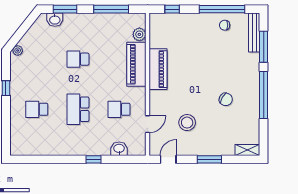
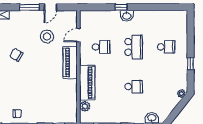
piano: (158, 69) -> (70, 62), moved
washbasin: (119, 149) -> (127, 16), moved
door: (168, 159) -> (50, 7), moved

